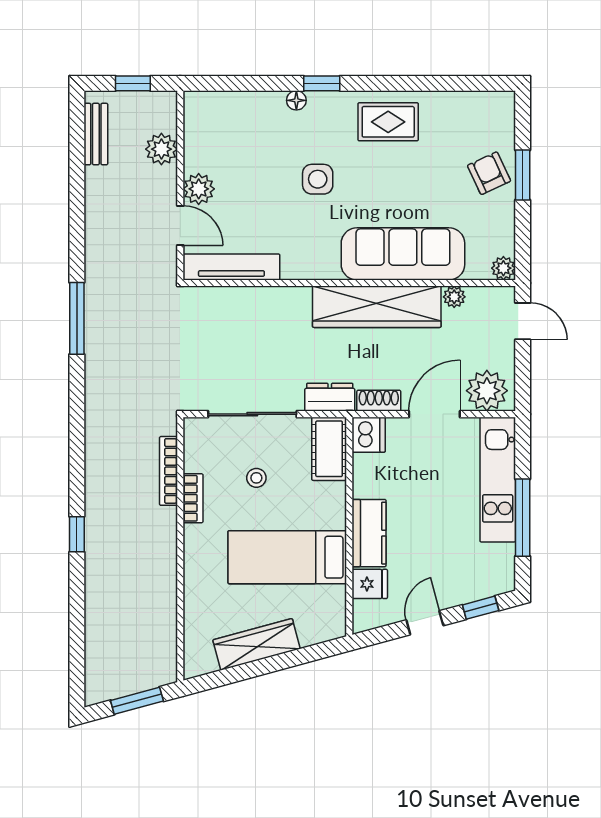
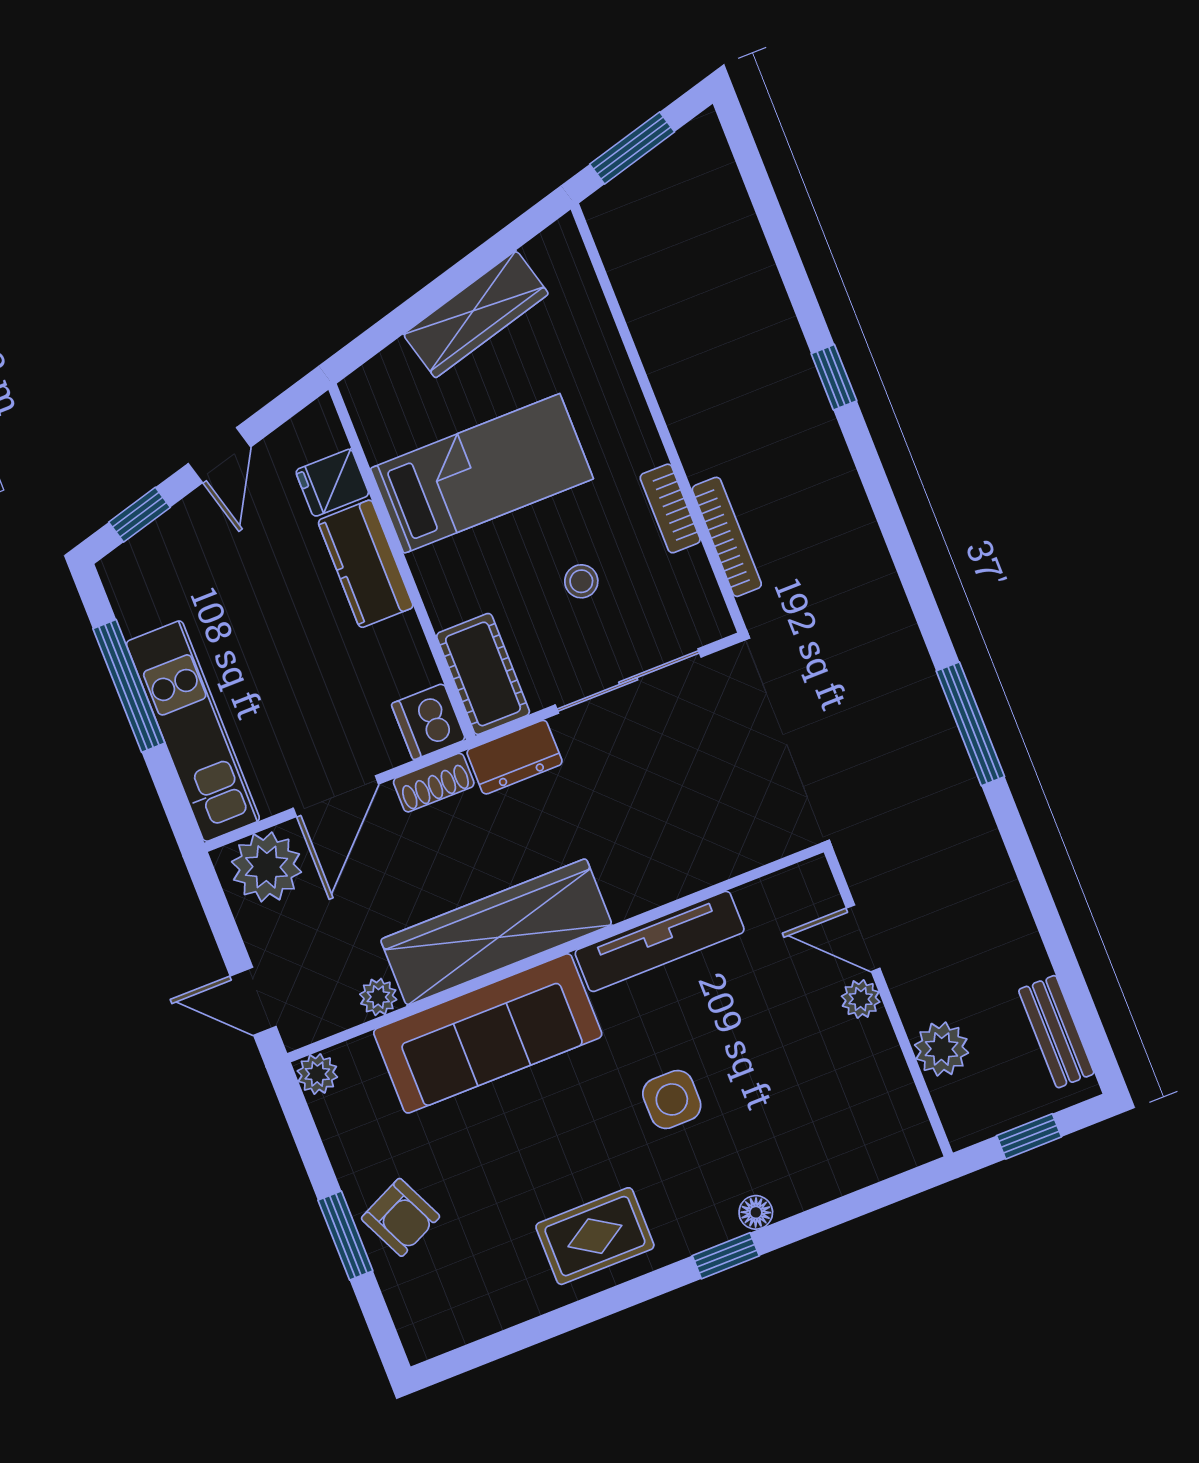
plant: (199, 189) -> (861, 999), width x0.73, depth x0.73
tv unit: (231, 267) -> (660, 941), moved

